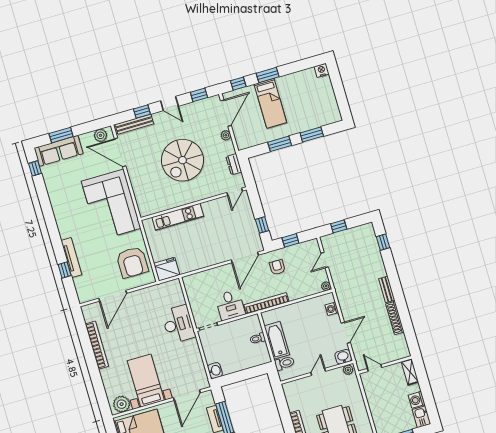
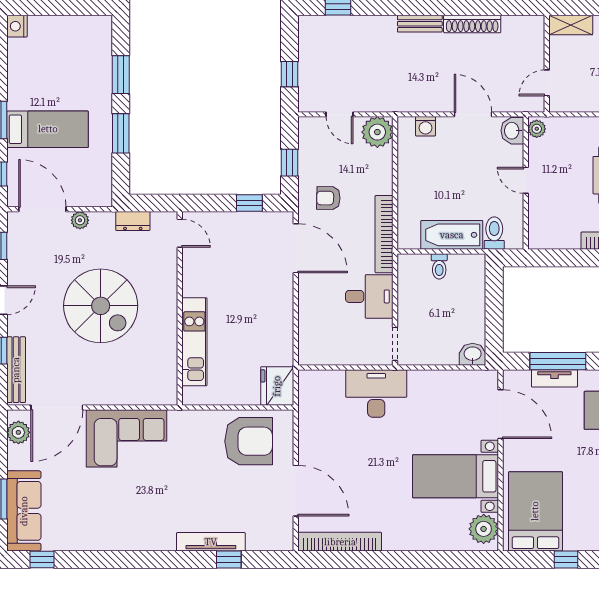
corner sofa: (111, 205) -> (126, 438), width x0.73, depth x0.74
plant: (326, 286) -> (377, 132), width x1.87, depth x1.87
bookcase: (97, 345) -> (340, 542), moved

